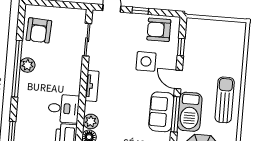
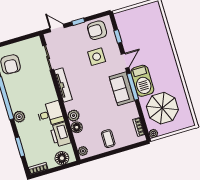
plant: (27, 65) -> (19, 117), moved
door: (178, 80) -> (125, 61), swing flipped
tv unit: (92, 86) -> (63, 85), width x1.41
sun lounger: (225, 100) -> (164, 62), removed

